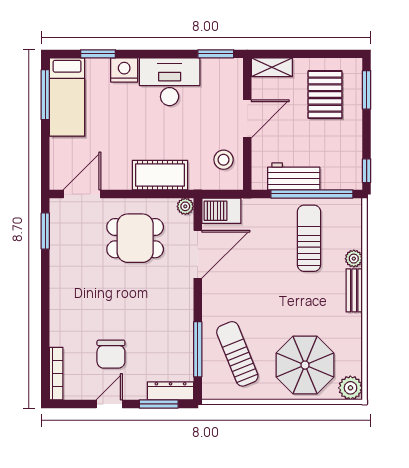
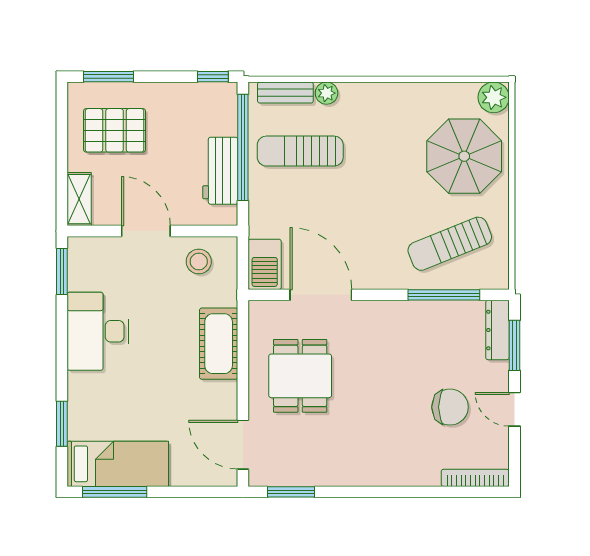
nightstand: (124, 70) -> (83, 390), removed
plant: (185, 206) -> (259, 311), removed
bench: (354, 290) -> (285, 93), moved

